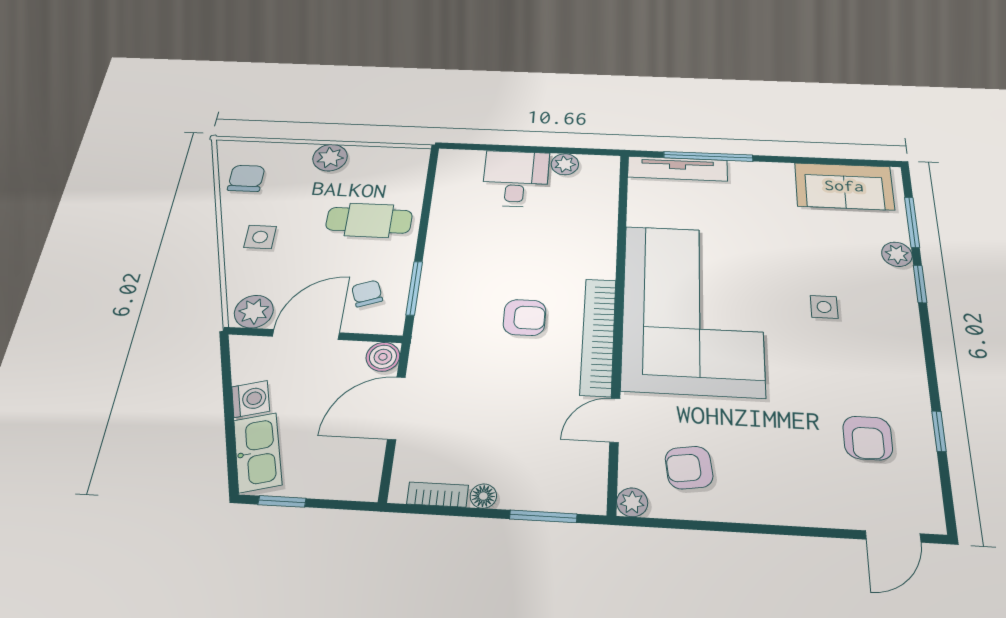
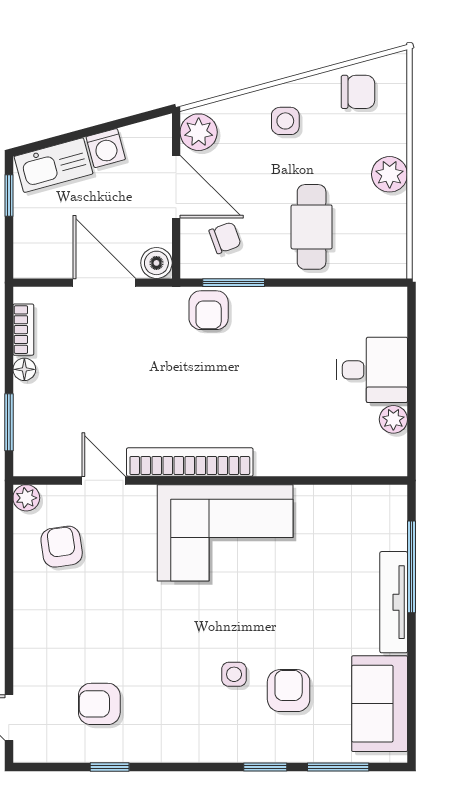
tv unit: (677, 169) -> (394, 602), moved
plant: (897, 254) -> (299, 748), removed
armchair: (837, 260) -> (289, 691), added
corner sofa: (693, 309) -> (225, 533), width x0.73, depth x0.74
armchair: (524, 317) -> (209, 310), moved

